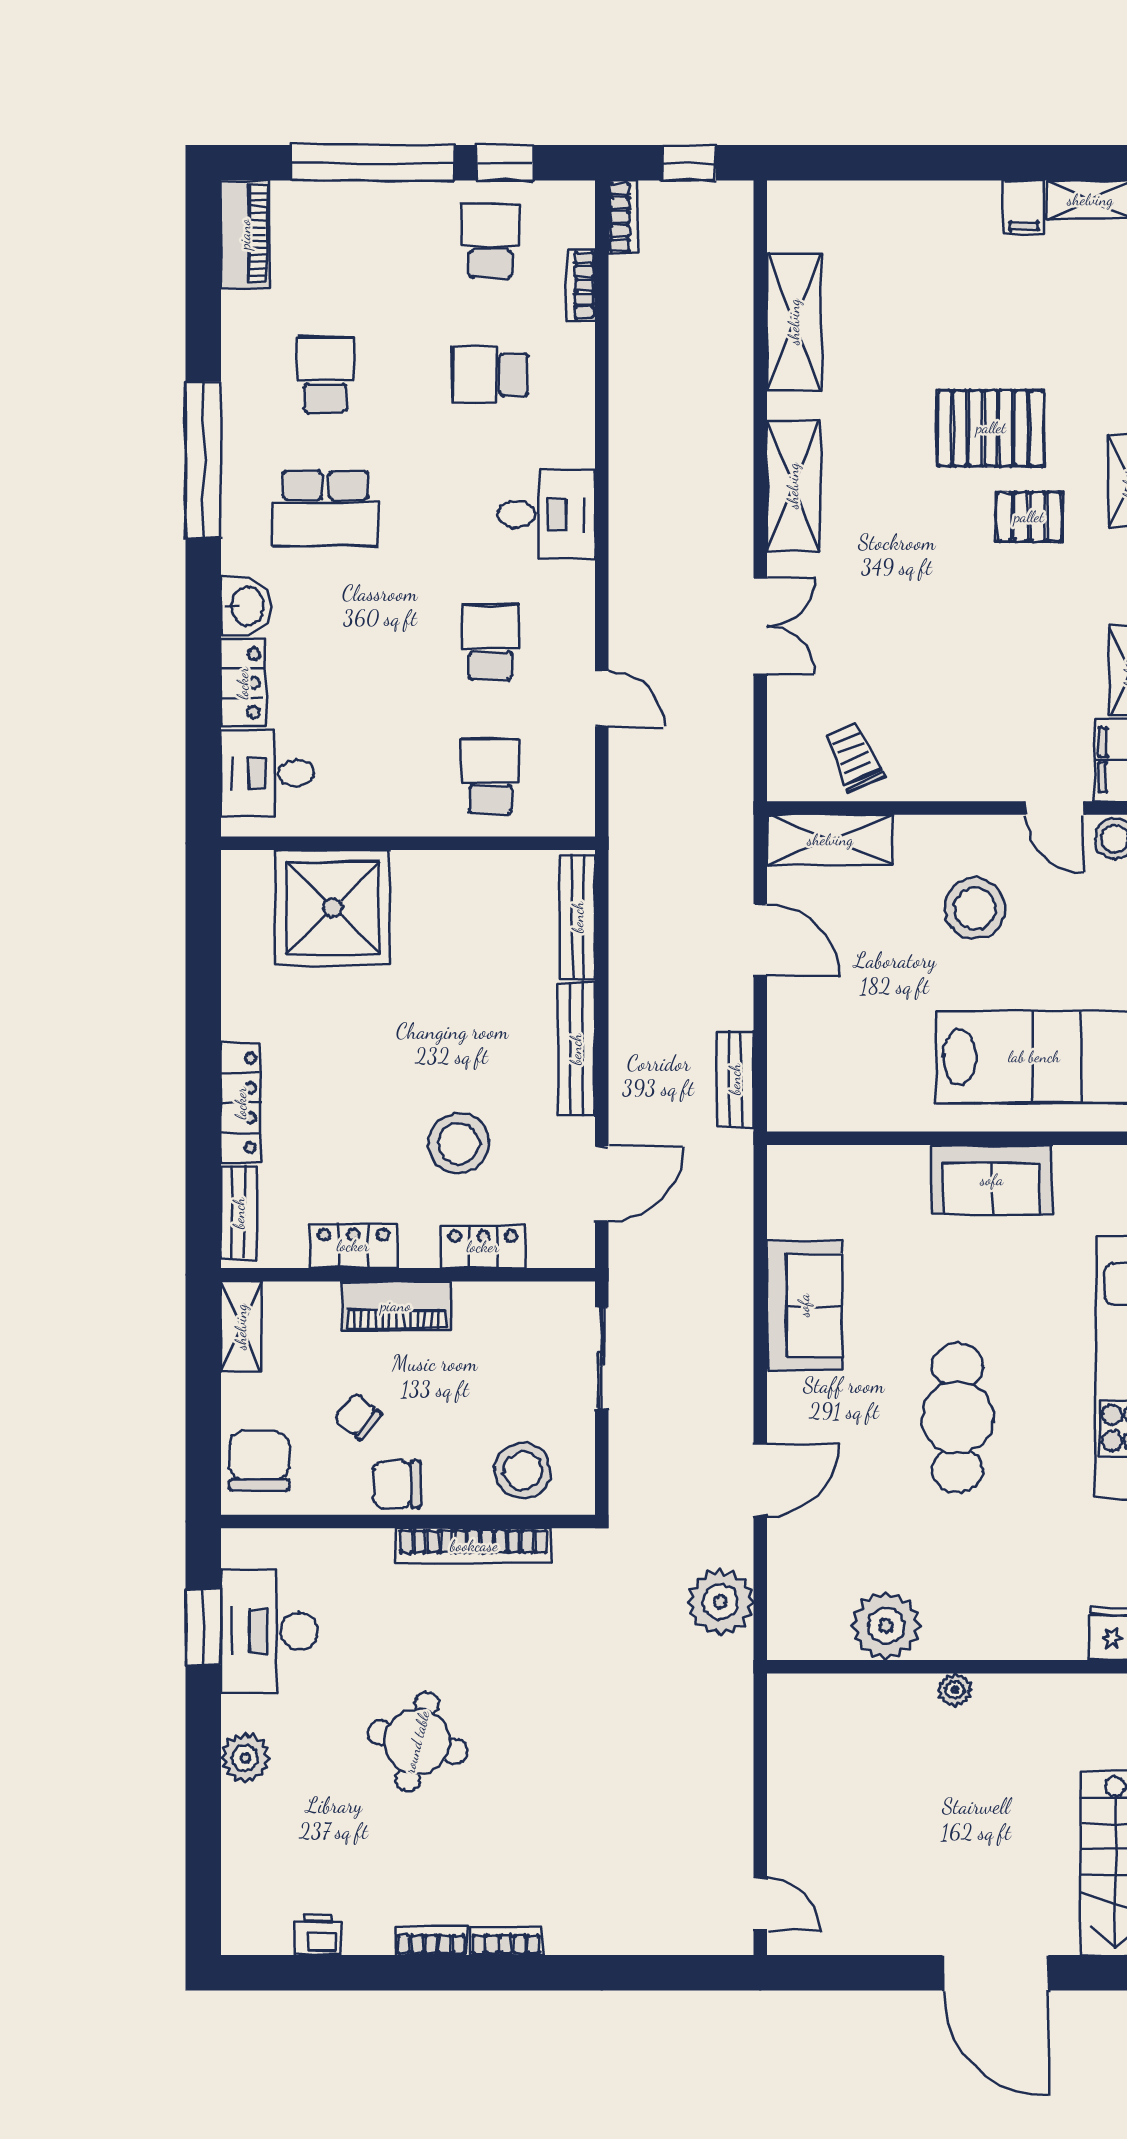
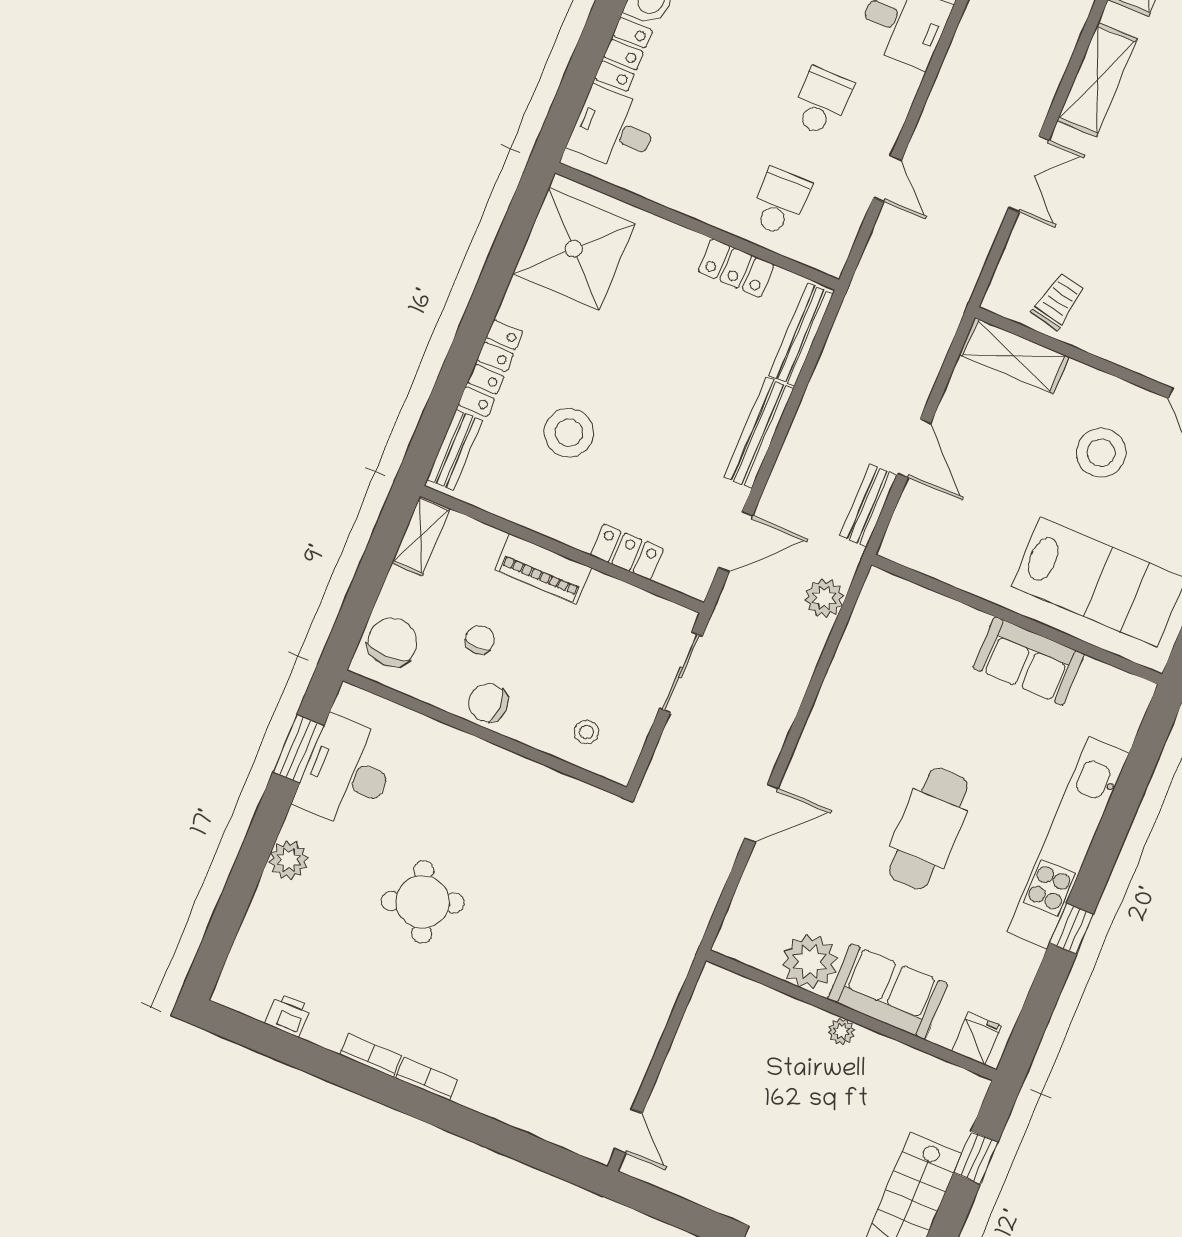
trolley: (854, 757) -> (1058, 301), turned 36
shower: (333, 908) -> (574, 249), moved
door: (760, 940) -> (914, 448), moved
stool: (459, 1144) -> (569, 433), moved
locker: (353, 1246) -> (736, 268), moved, turned 180
sofa: (804, 1305) -> (888, 992), moved, turned -90
chair: (358, 1416) -> (480, 640), turned 51
stool: (523, 1471) -> (586, 732), width x0.53, depth x0.53
bookcase: (474, 1546) -> (526, 773), removed
plant: (720, 1602) -> (824, 598), moved, width x0.73, depth x0.73
round table: (417, 1742) -> (423, 902), turned -35

